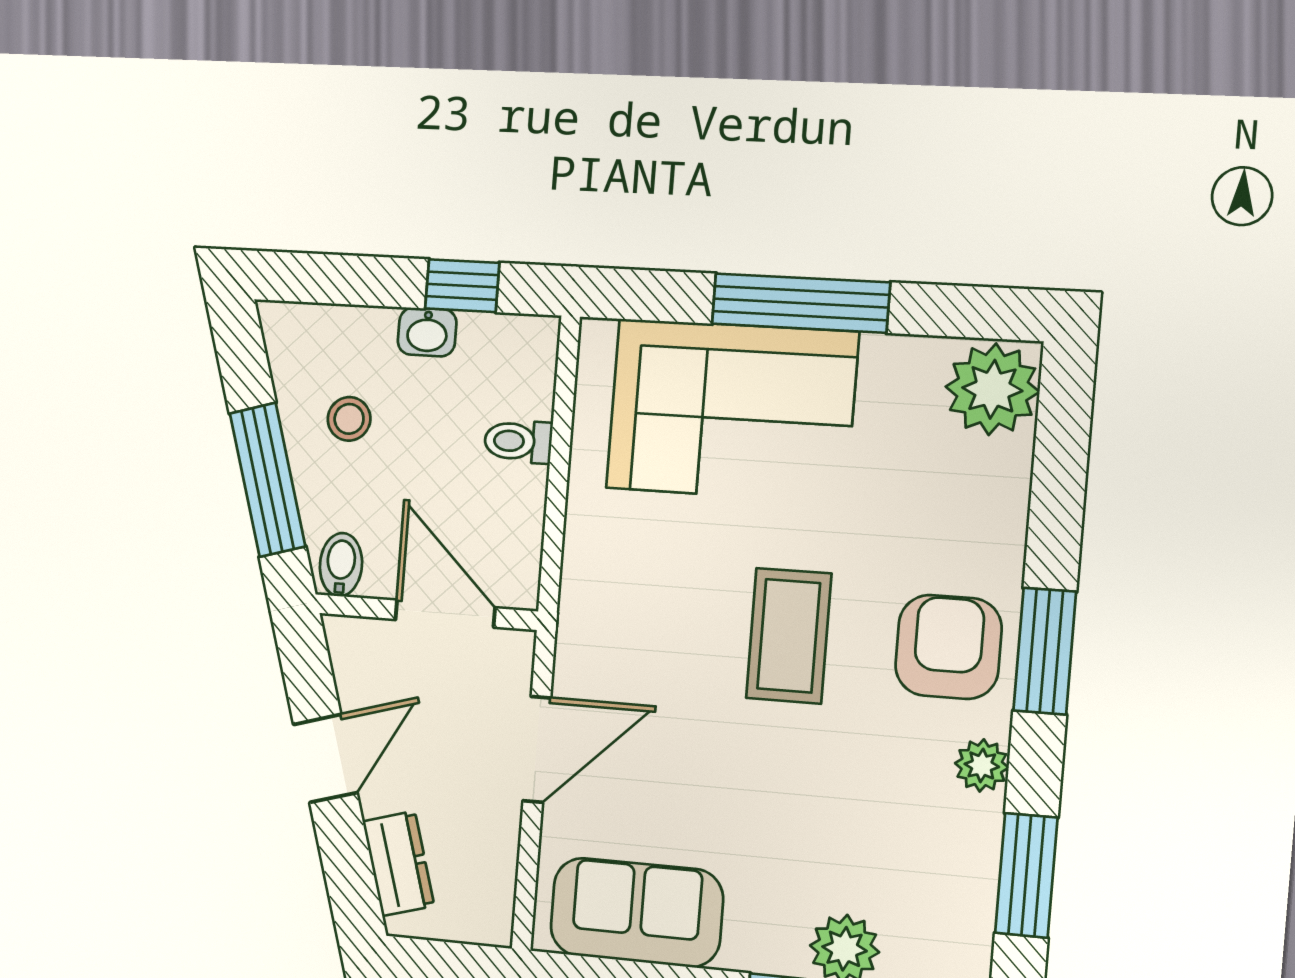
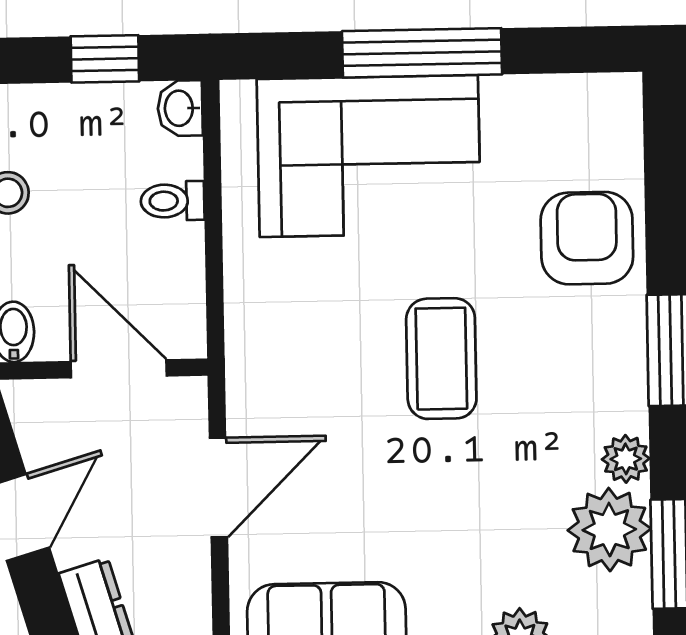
washbasin: (427, 332) -> (180, 108), moved, turned 90
plant: (992, 389) -> (609, 530), moved
armchair: (948, 647) -> (587, 238), moved

